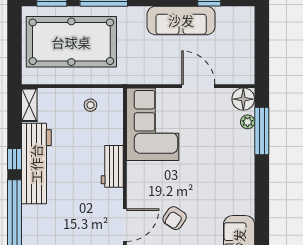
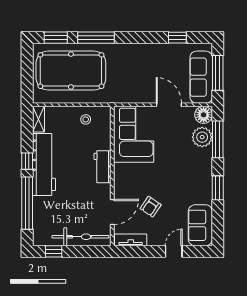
sofa: (181, 20) -> (201, 77), moved, turned 90
window: (262, 45) -> (218, 73), added
plant: (248, 122) -> (202, 137), width x1.88, depth x1.88
window: (262, 194) -> (218, 188), added

